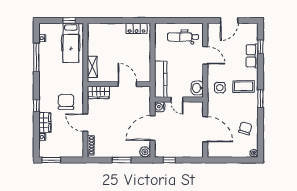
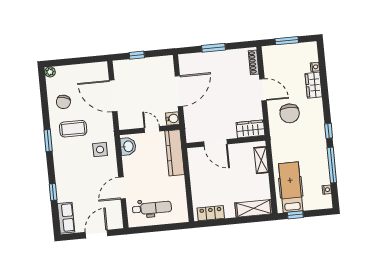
shelving: (102, 29) -> (254, 208), added
window: (260, 47) -> (53, 192), moved
door: (205, 55) -> (122, 188), hinge flipped
row of seats: (252, 56) -> (66, 218), moved
coffee table: (244, 86) -> (73, 129), moved
window: (36, 106) -> (329, 131), moved
plant: (145, 152) -> (185, 61), removed
window: (51, 160) -> (287, 41), moved
window: (169, 160) -> (137, 55), moved

